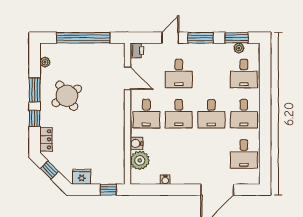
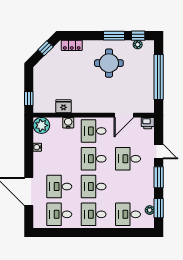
round table: (67, 96) -> (109, 63), turned 33
window: (35, 118) -> (138, 36), moved
desk: (211, 154) -> (59, 187), added
plant: (140, 160) -> (41, 125), moved
fridge: (82, 177) -> (64, 106), moved, turned -90

